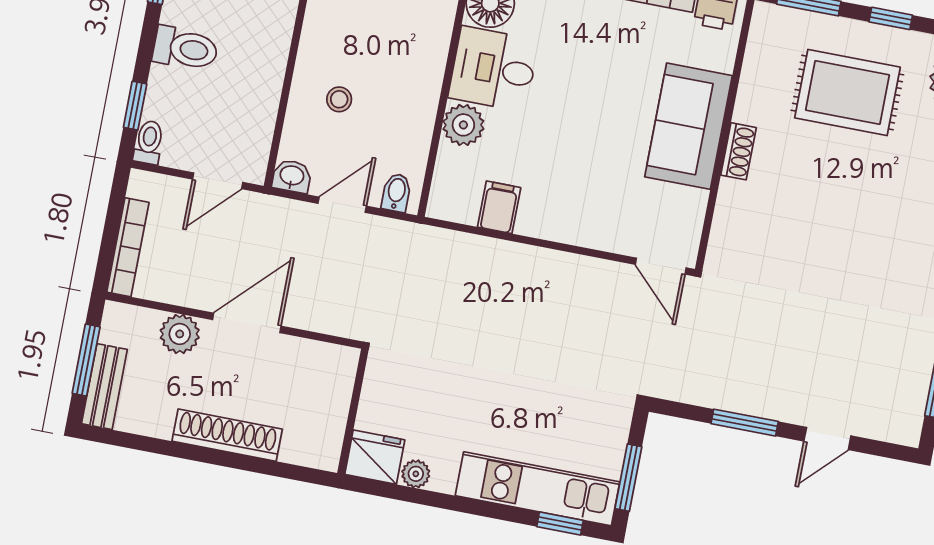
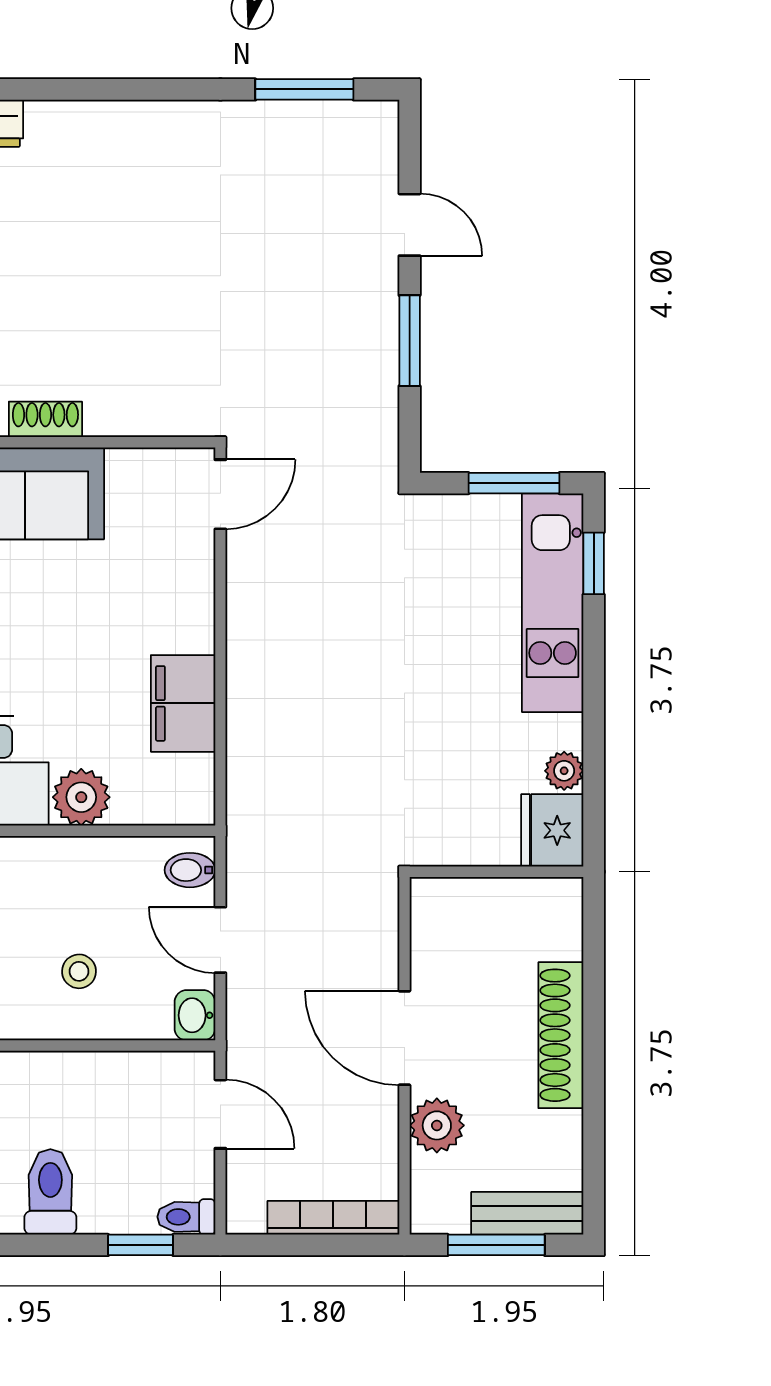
filing cabinet: (499, 207) -> (183, 703), width x2.00

